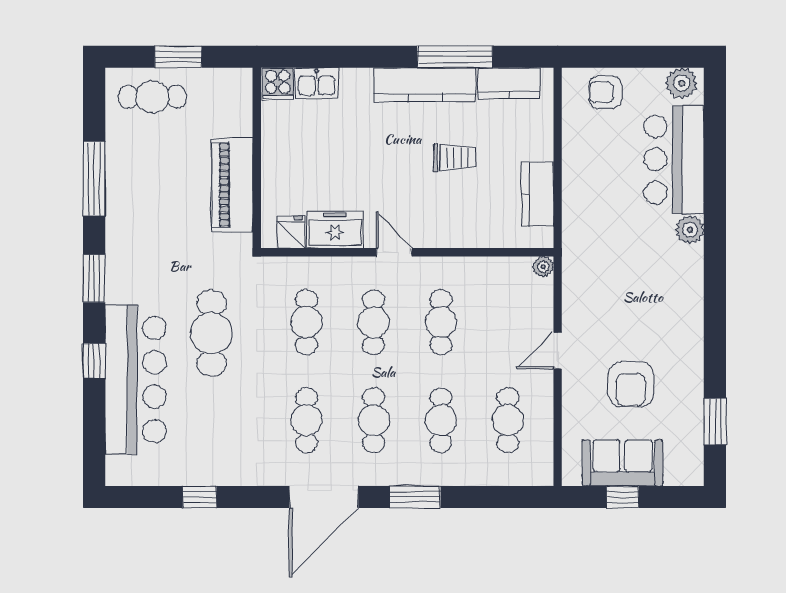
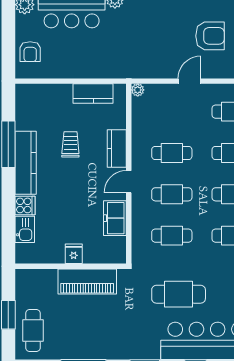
kitchen counter: (509, 83) -> (117, 148), moved, turned 180
cooker: (278, 84) -> (25, 205), moved
fridge: (291, 232) -> (74, 254), moved, turned 90
door: (558, 351) -> (189, 81), swing flipped

